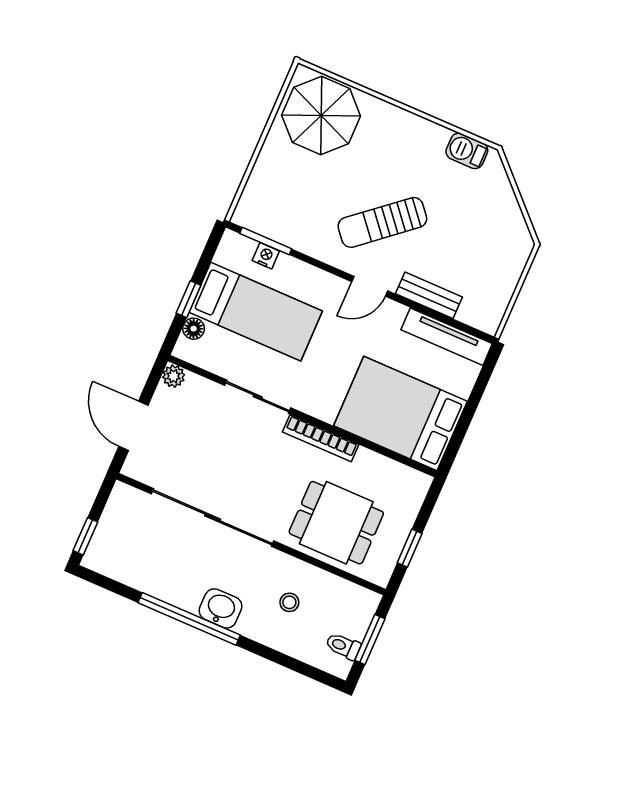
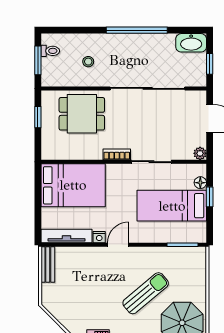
sun lounger: (382, 222) -> (146, 293), moved
nightstand: (266, 256) -> (99, 237), moved
bench: (429, 295) -> (48, 264), moved, turned 90
bookcase: (321, 438) -> (117, 154), width x0.64
window: (85, 536) -> (210, 64), moved
washbasin: (221, 608) -> (191, 43), moved, width x1.38

